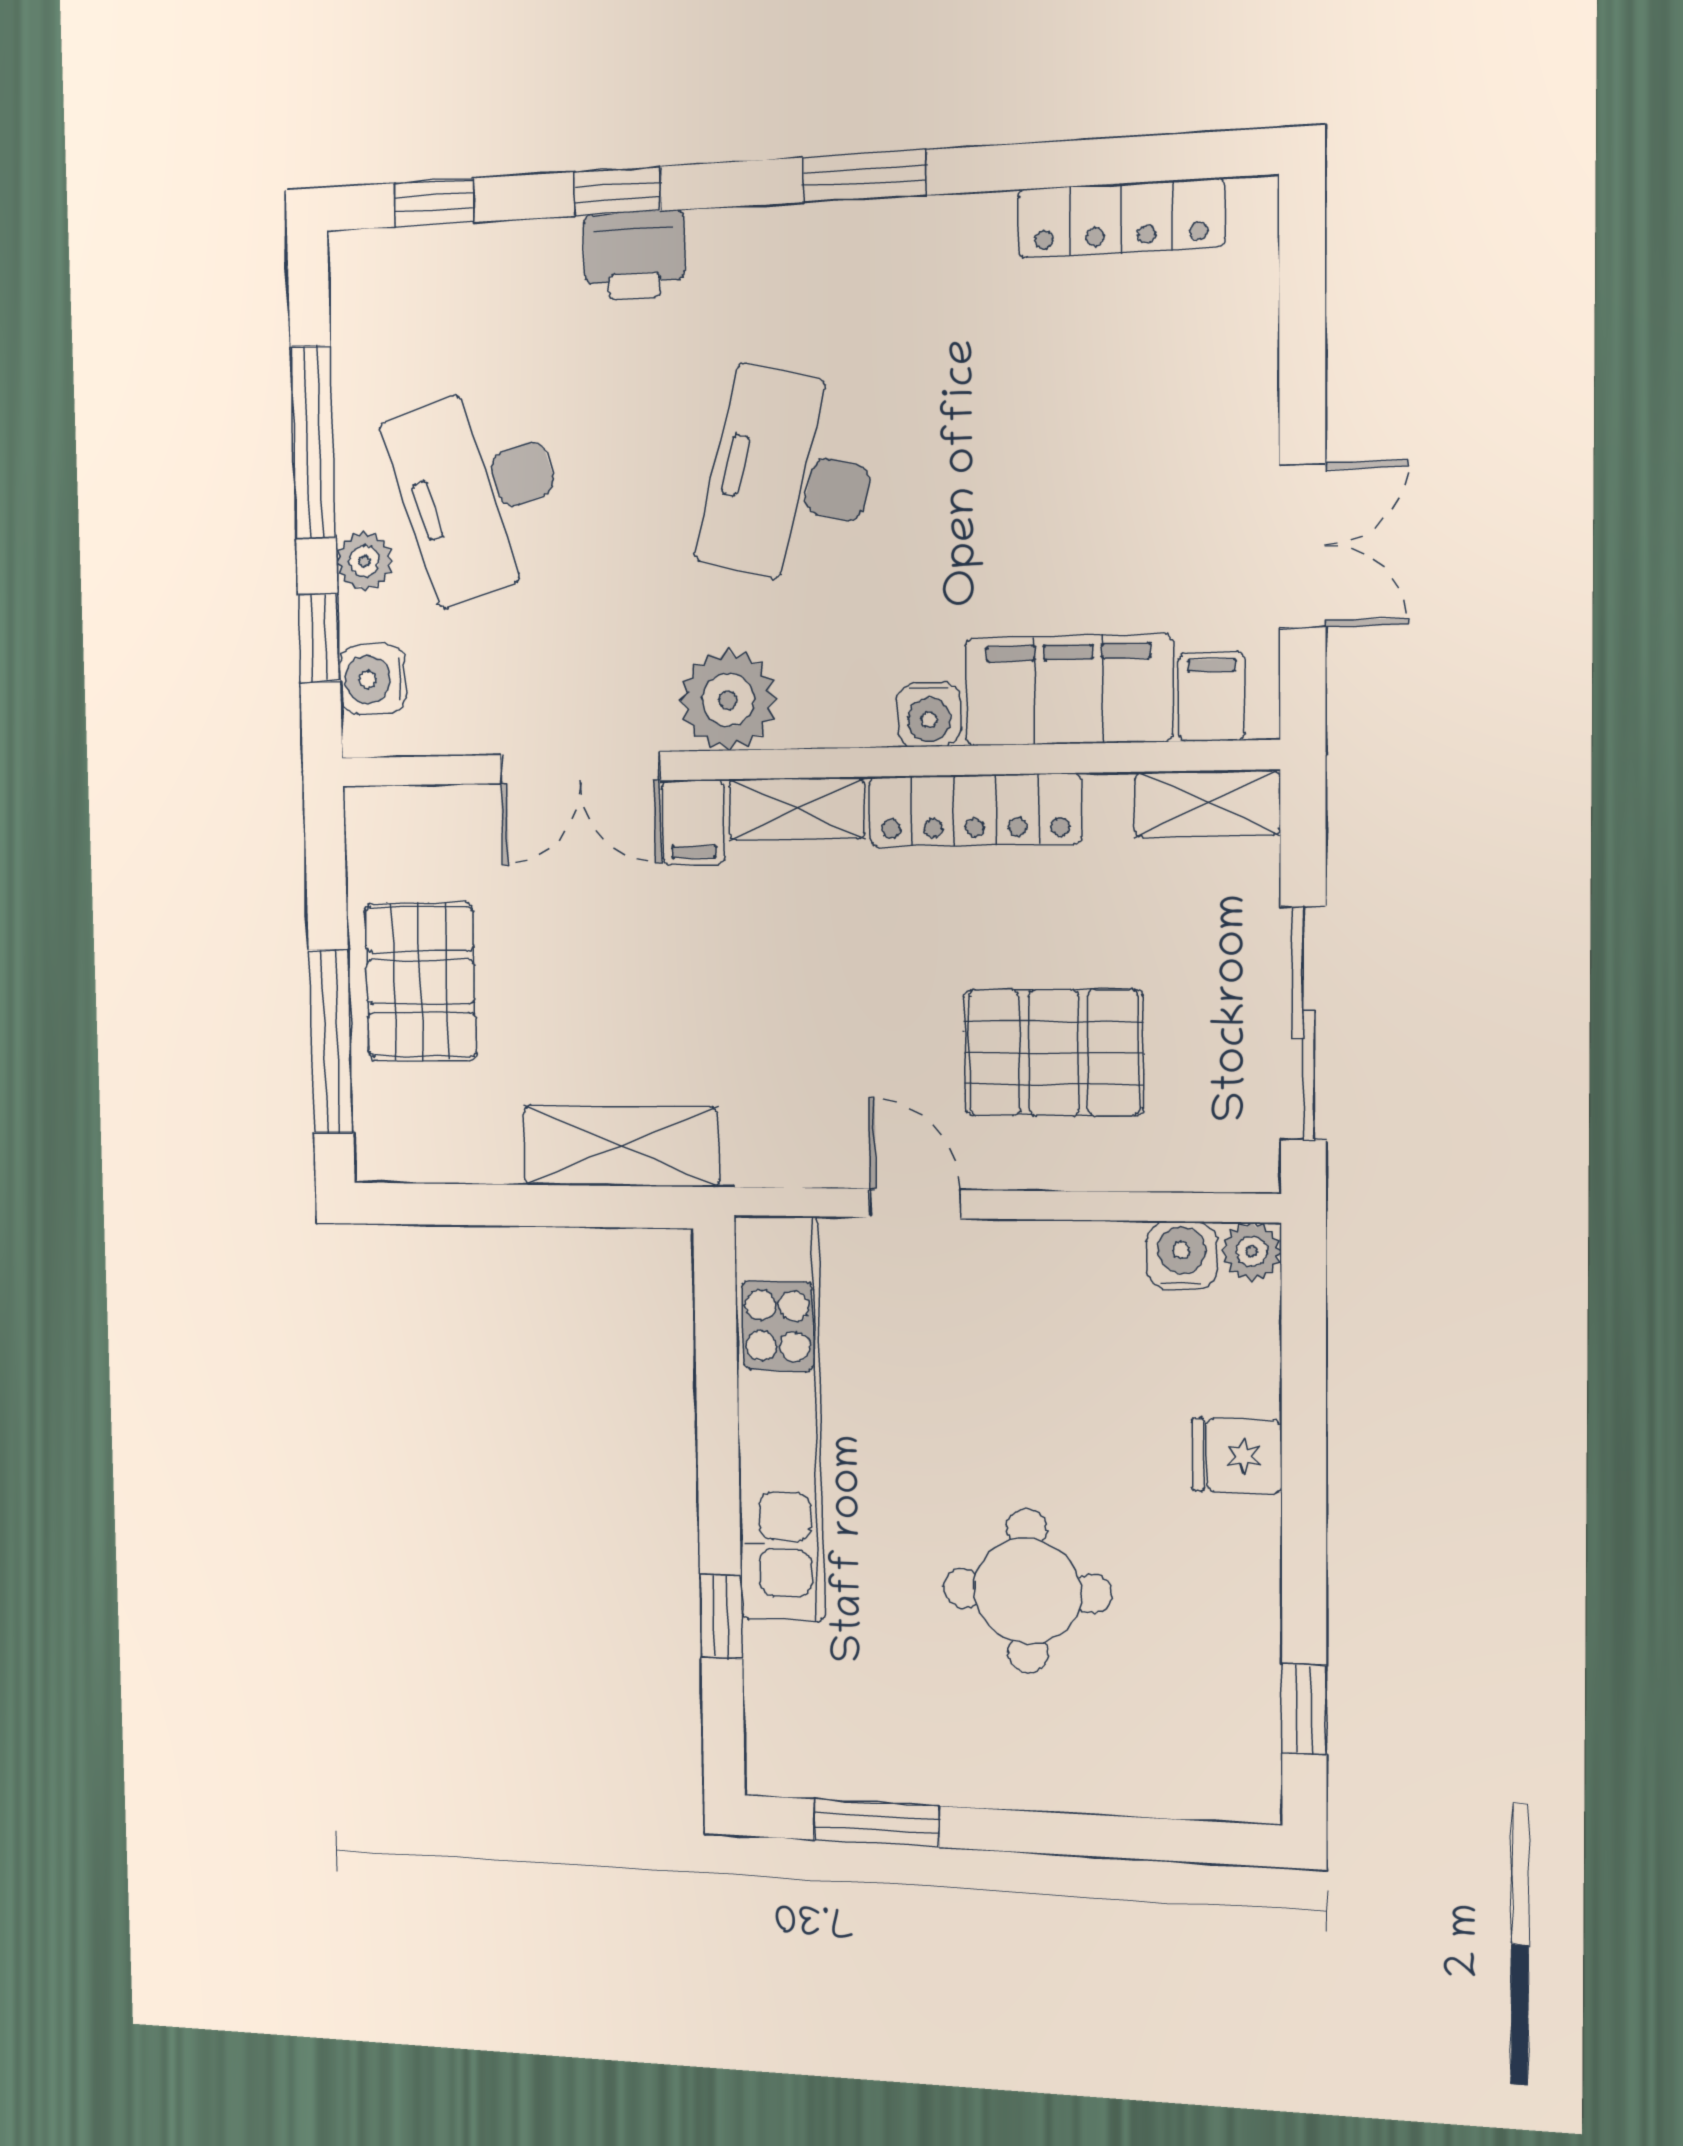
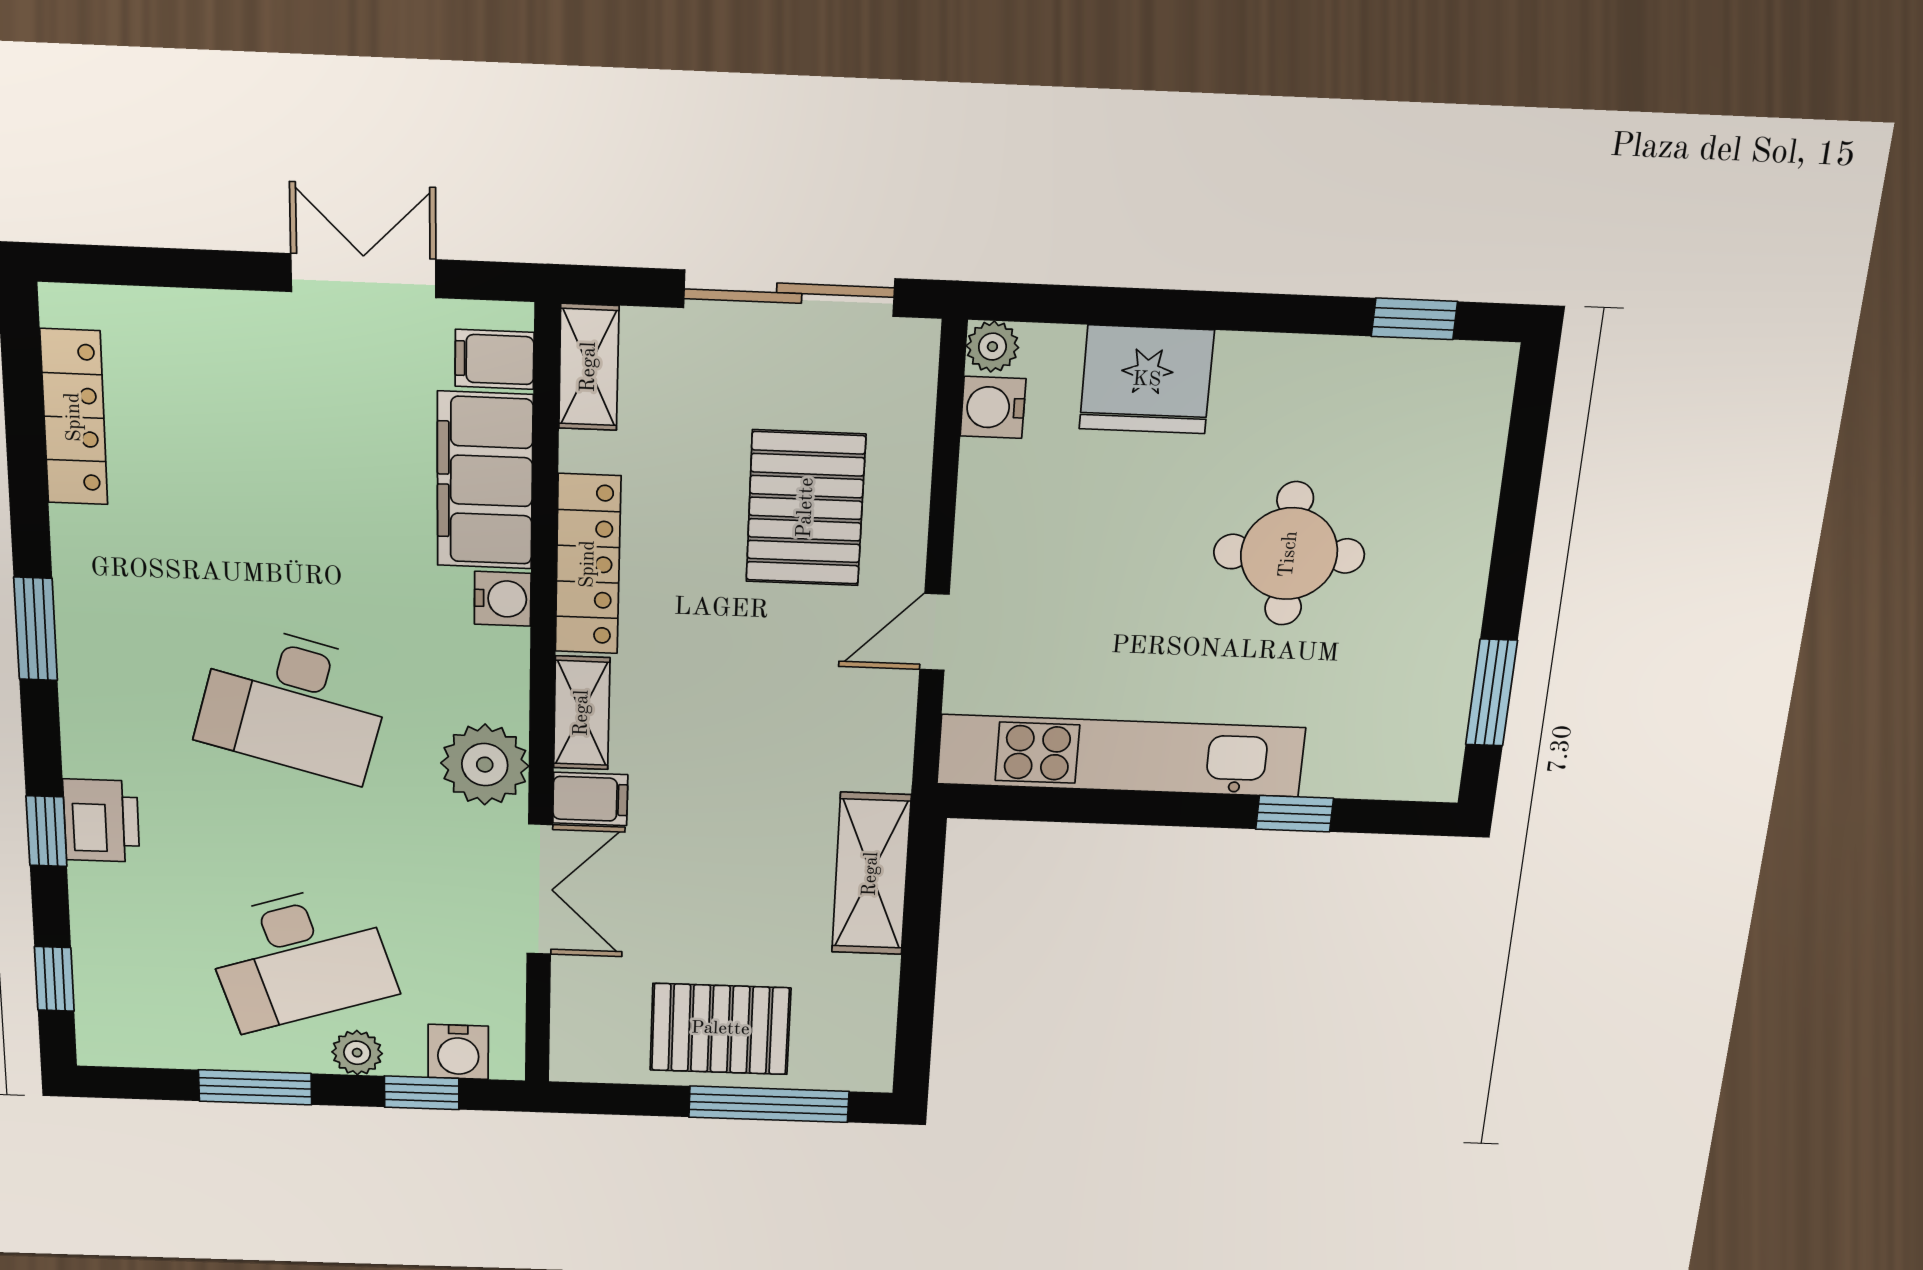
window: (313, 442) -> (255, 1087), width x0.69
fridge: (1237, 1456) -> (1147, 380), width x1.88, depth x1.34

